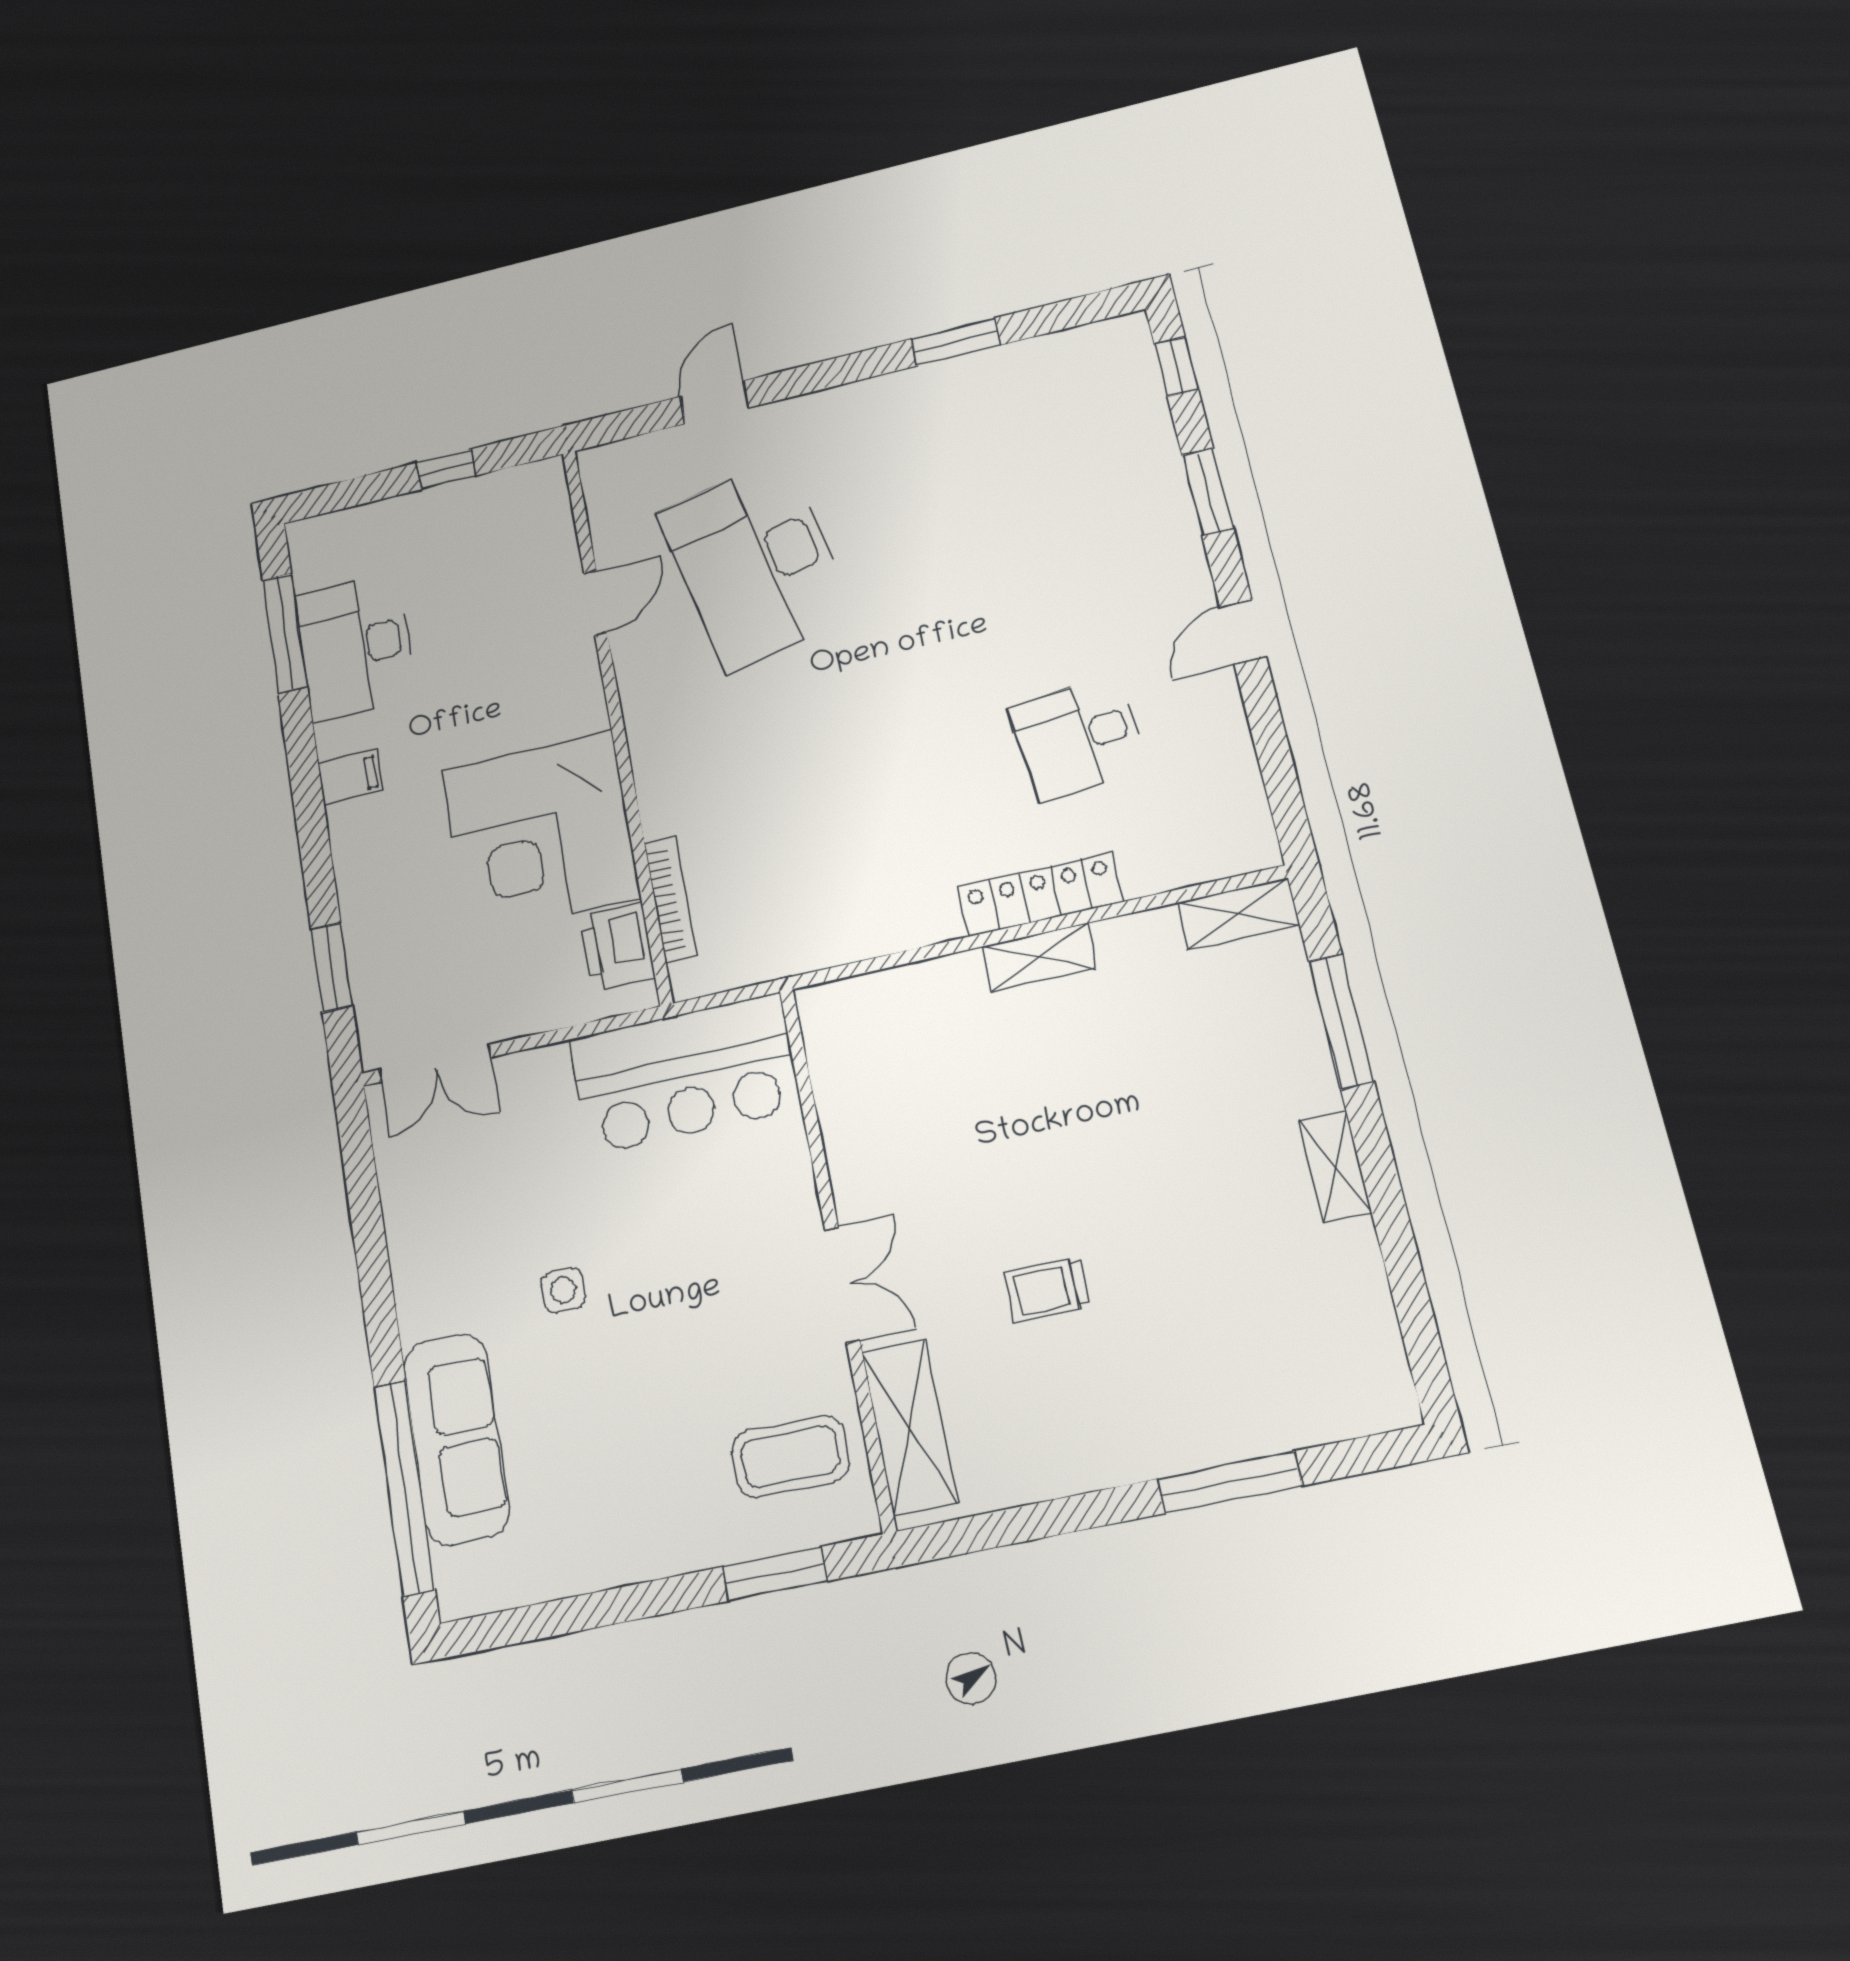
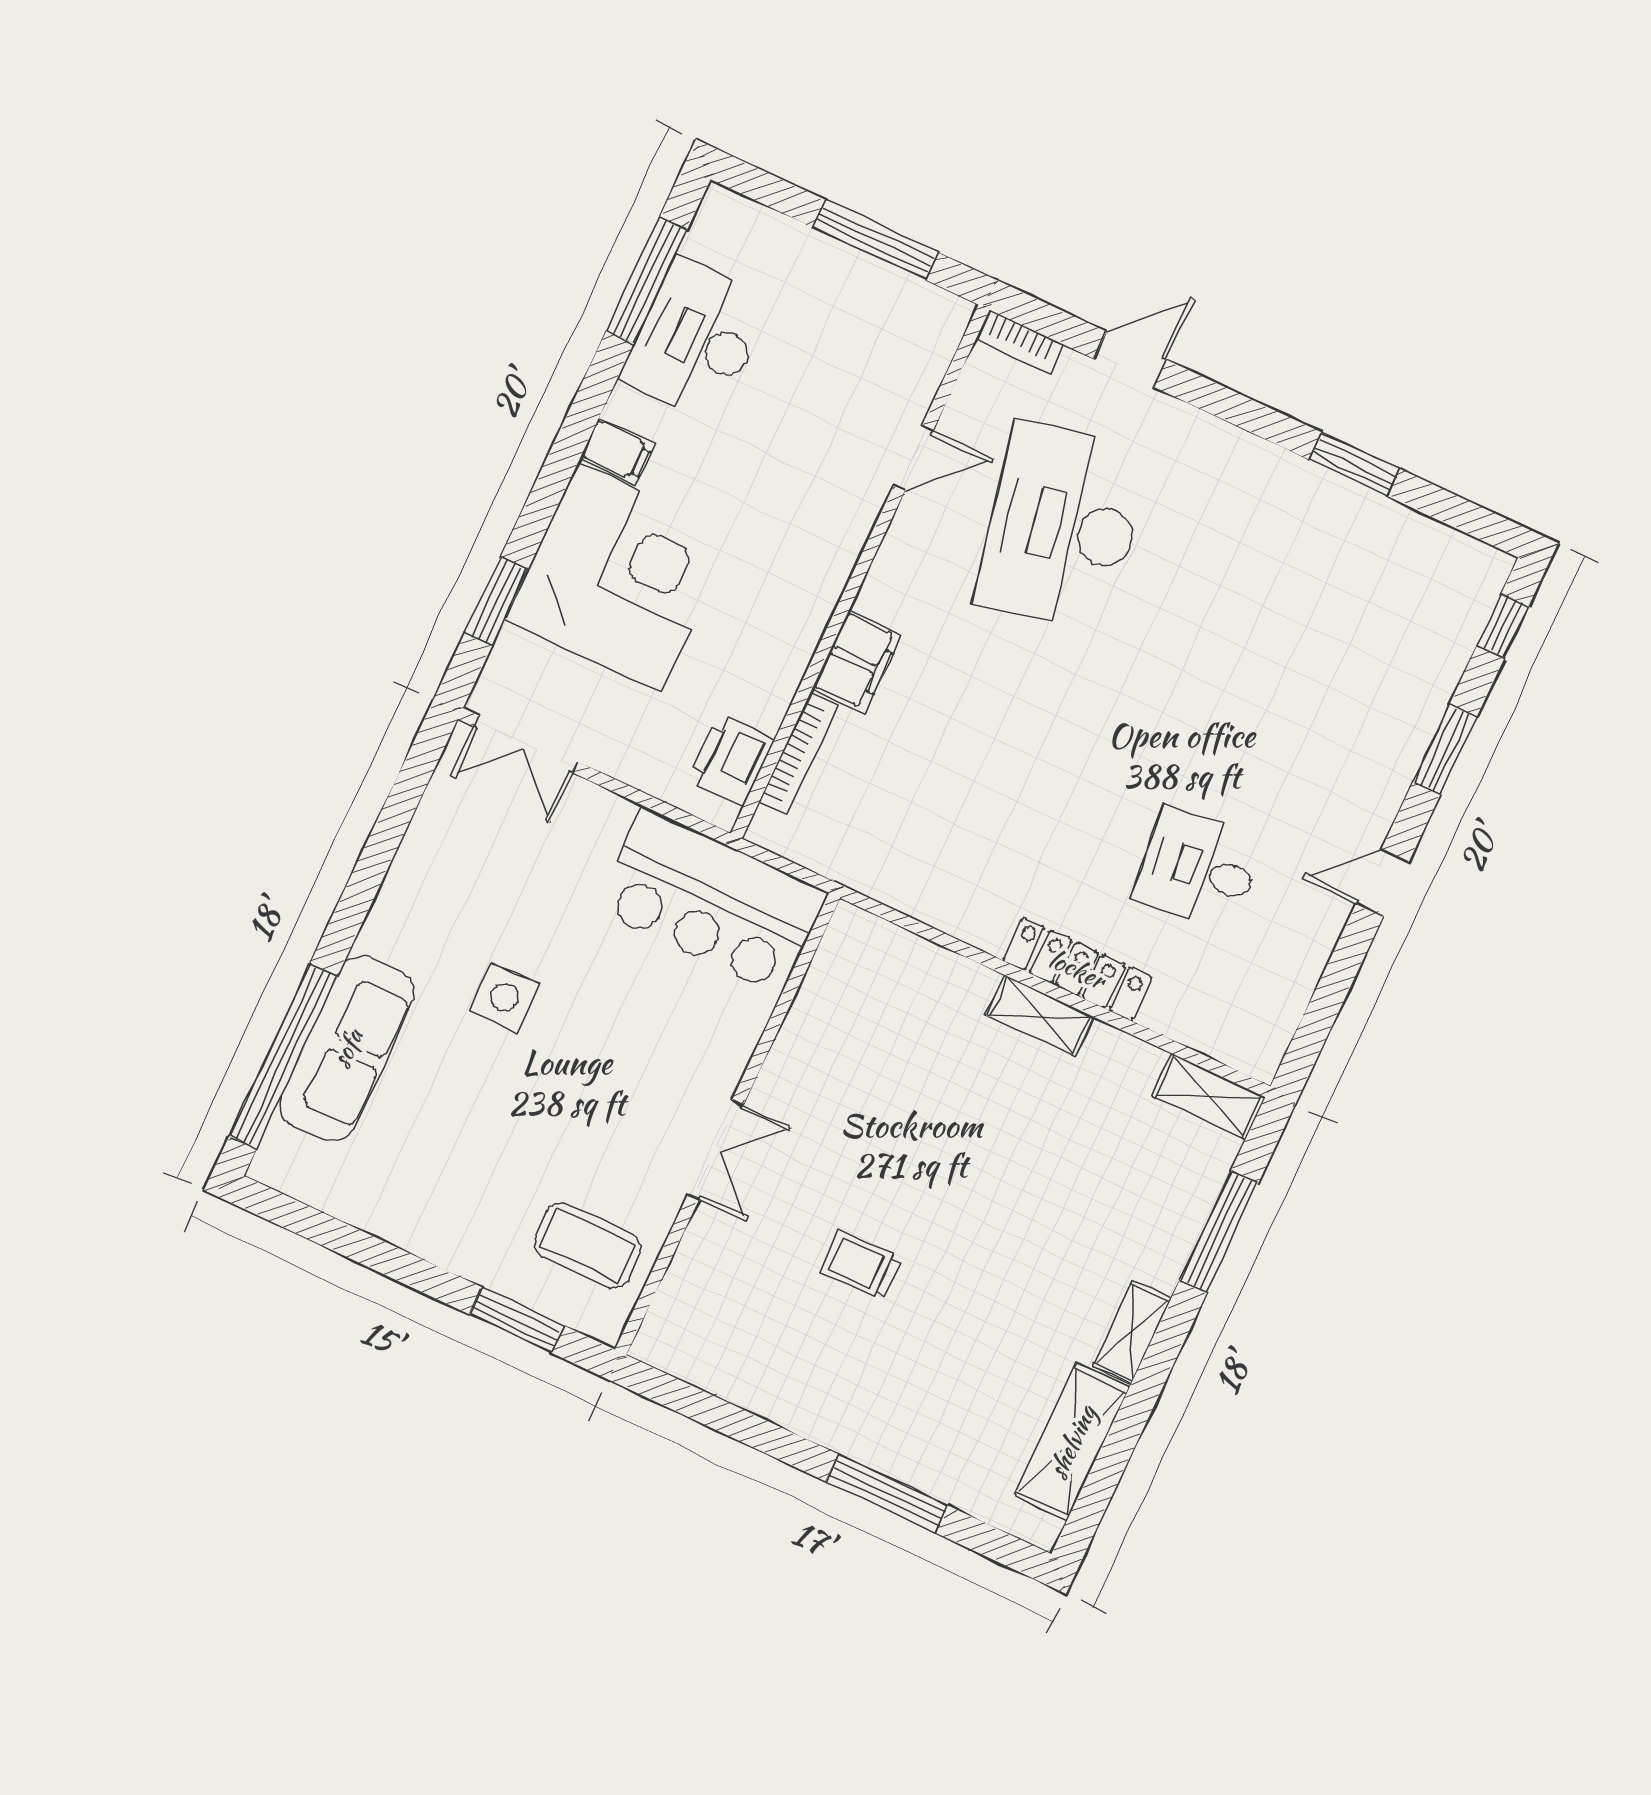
bookcase: (616, 456) -> (1019, 342), added
window: (446, 469) -> (875, 240), width x2.17
filing cabinet: (665, 791) -> (857, 662), added
corner desk: (540, 834) -> (620, 578), moved, turned 180
side table: (563, 1290) -> (504, 997), width x1.37, depth x1.37
shelving: (910, 1427) -> (1072, 1442), moved

